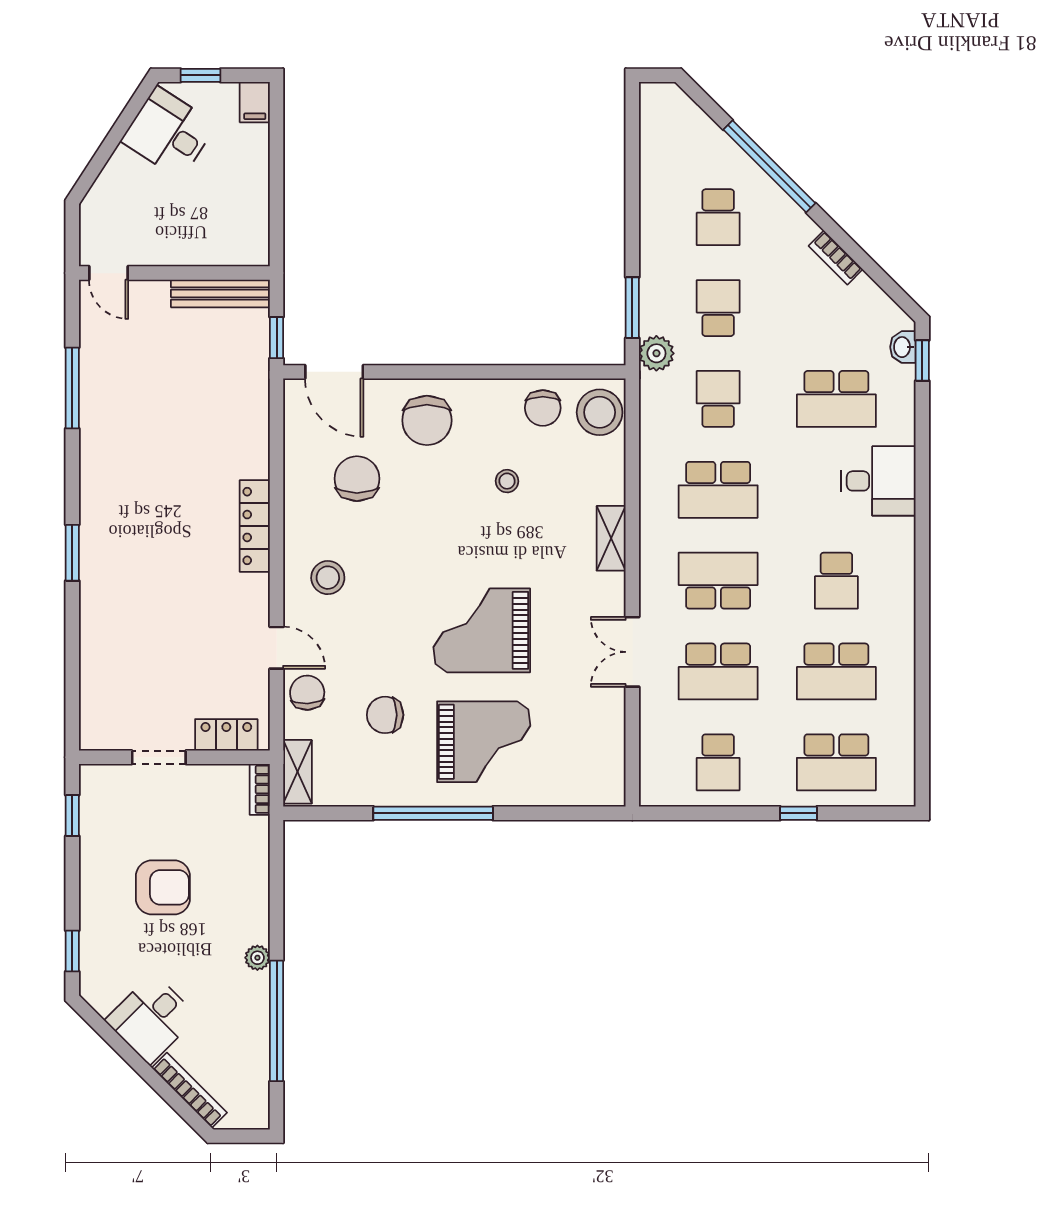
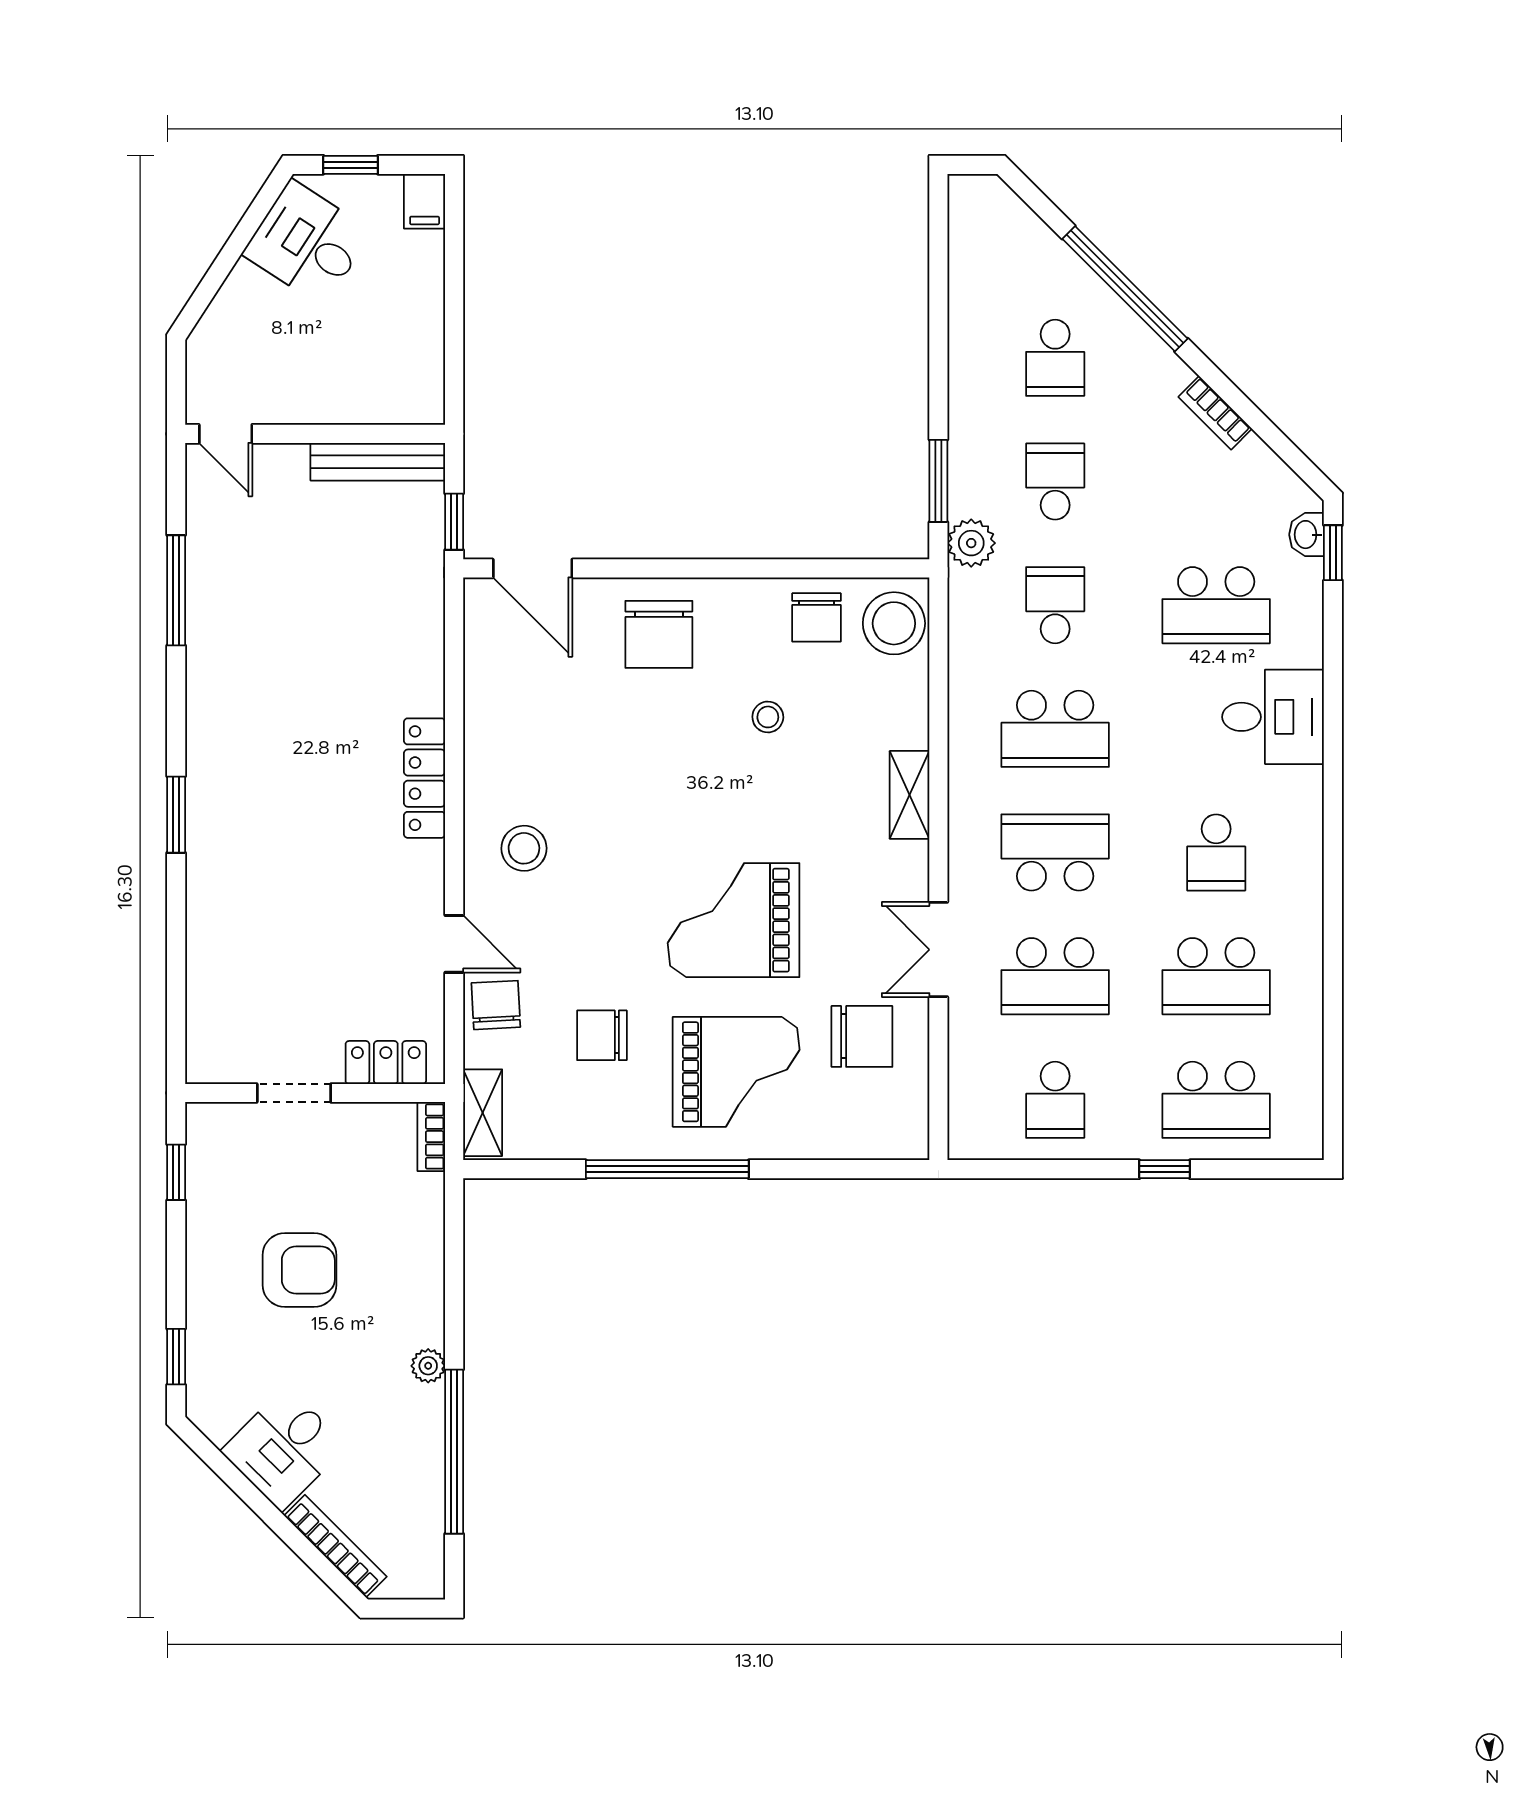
chair: (357, 479) -> (862, 1036), moved, turned 90

